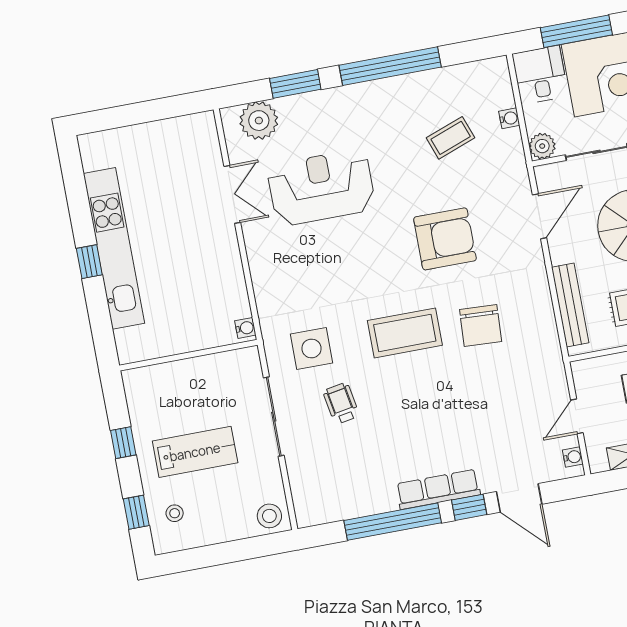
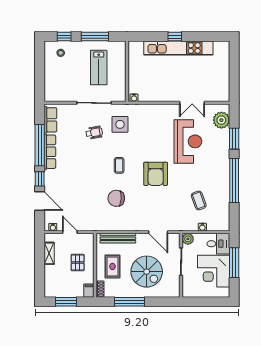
armchair: (445, 239) -> (156, 174), moved
coffee table: (405, 333) -> (119, 165), width x0.54, depth x0.58
window: (123, 443) -> (95, 37), width x2.17
lab bench: (195, 452) -> (99, 68), moved
row of seats: (438, 489) -> (50, 152), moved
door: (519, 498) -> (40, 201), swing flipped
row of seats: (331, 508) -> (50, 120), added
stool: (269, 516) -> (52, 93), removed

